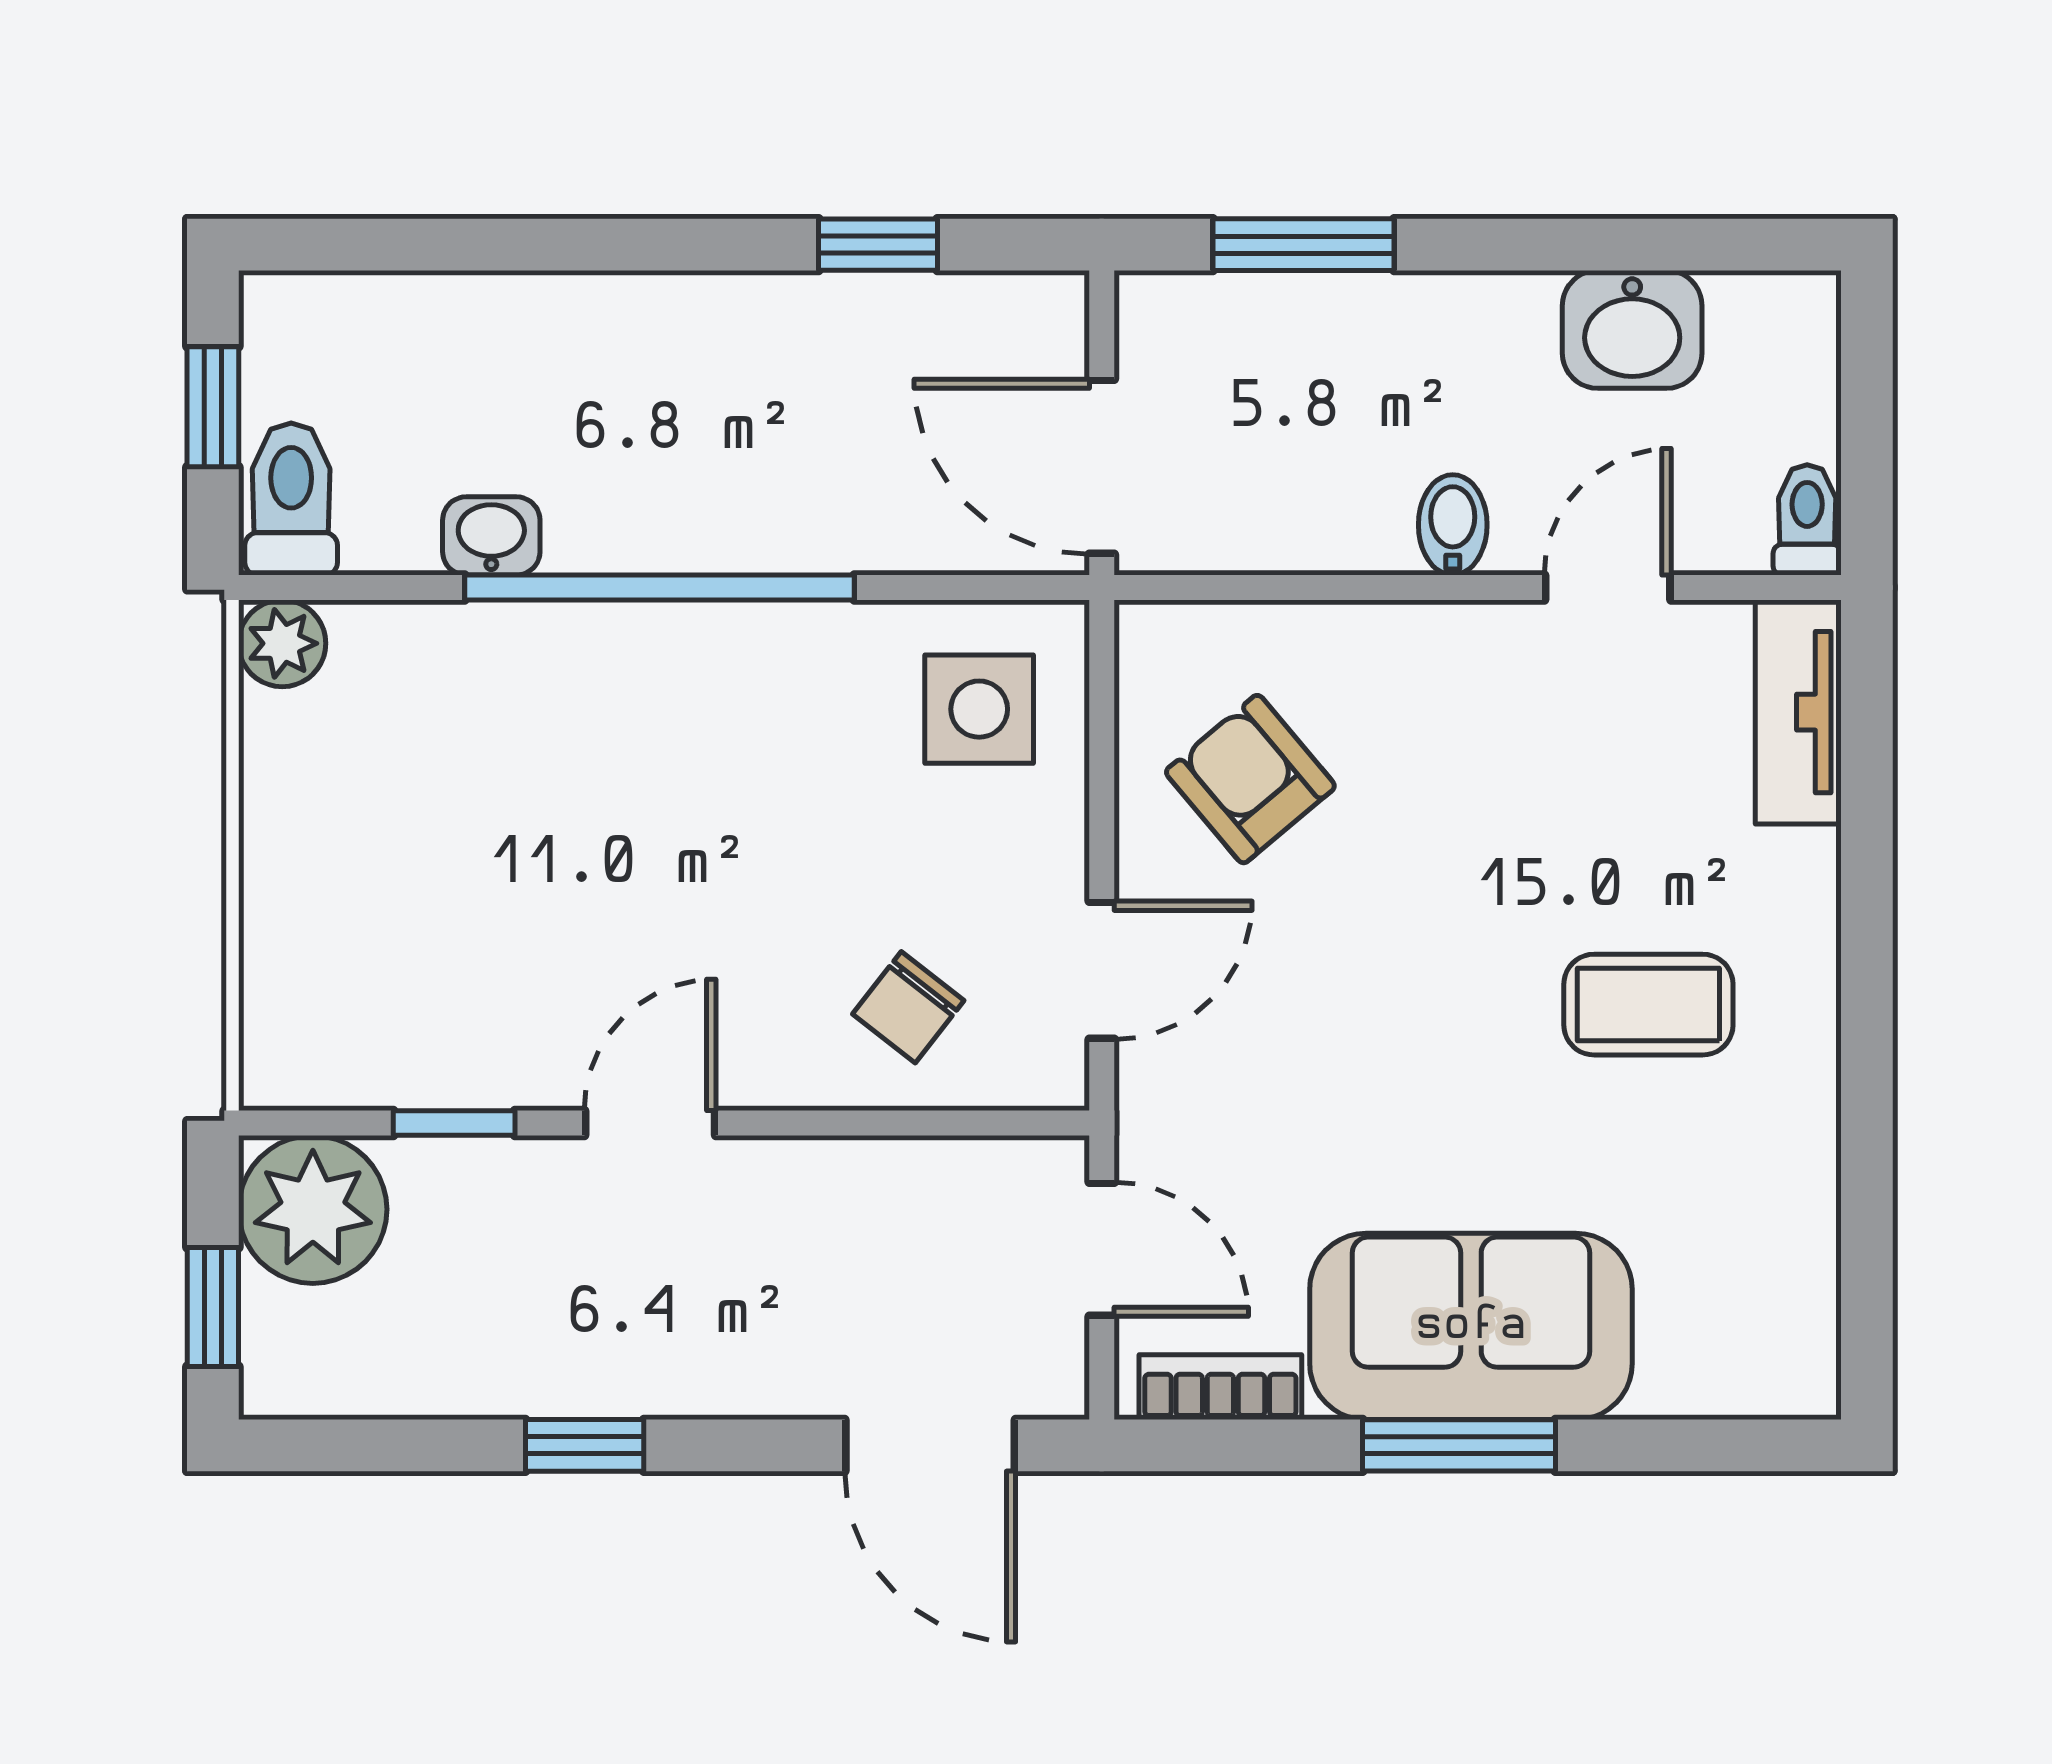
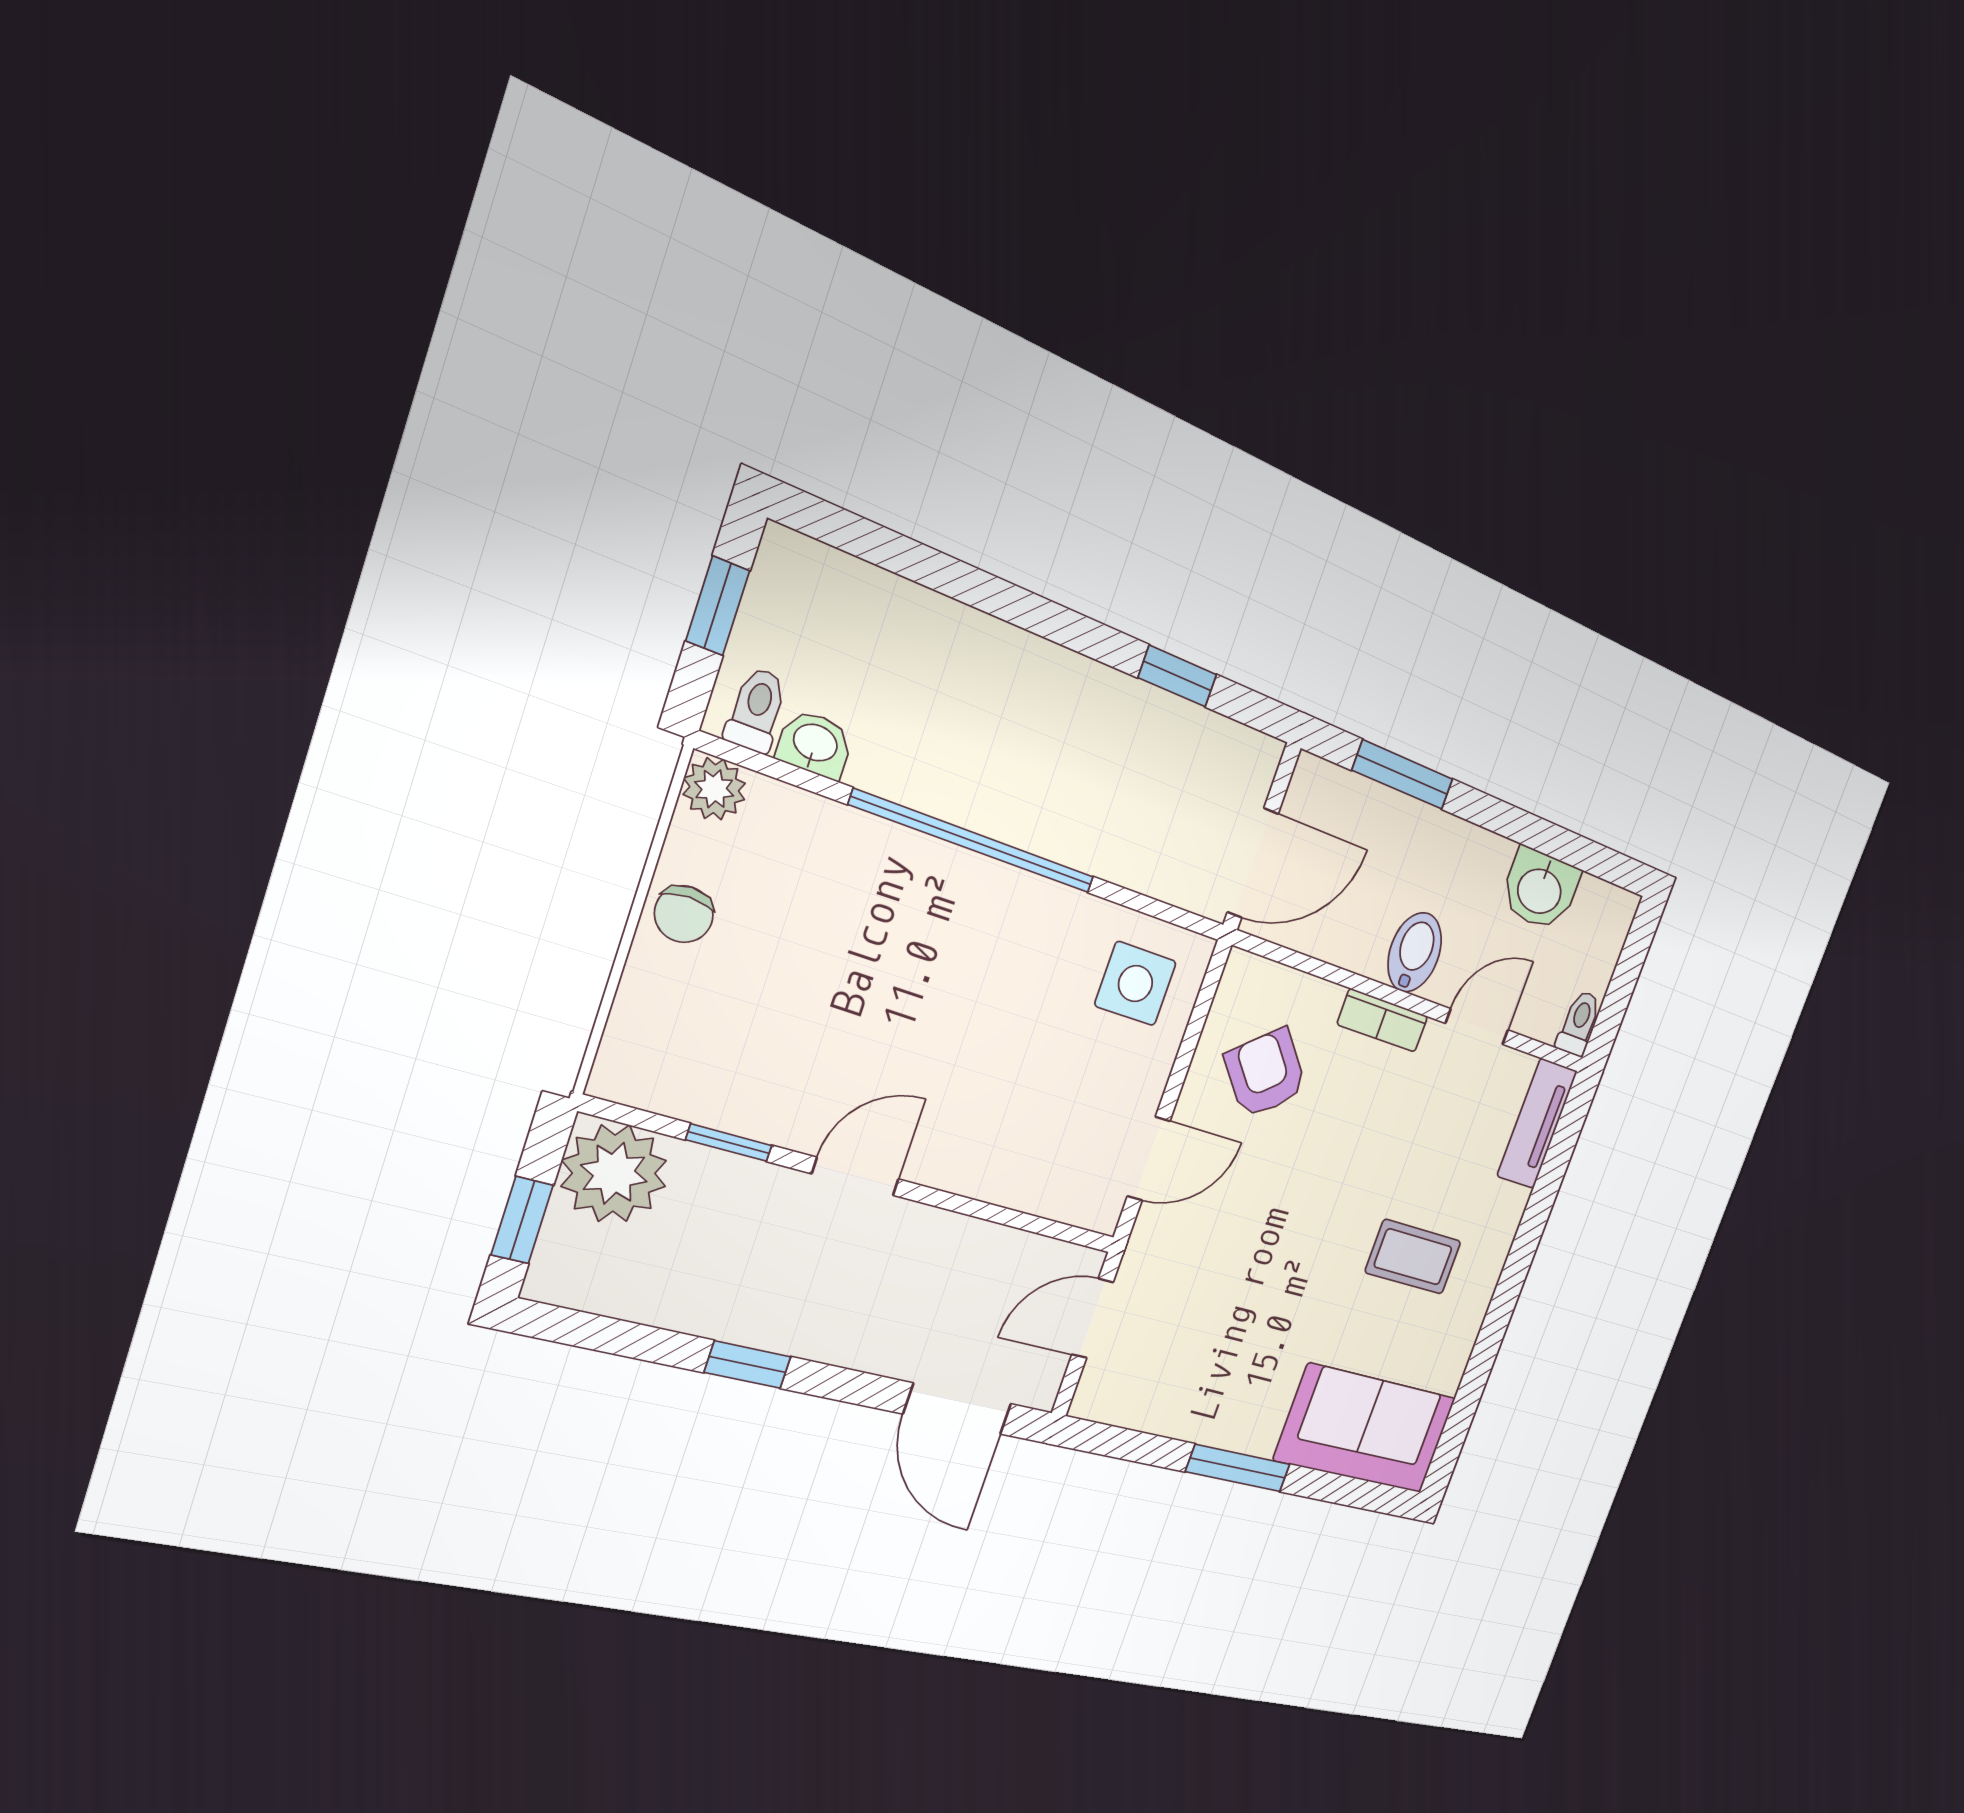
door: (1102, 467) -> (1253, 863), swing flipped
toilet: (291, 499) -> (756, 710), width x0.73, depth x0.72
bidet: (1453, 525) -> (1415, 952), width x1.38, depth x1.36
washbasin: (491, 536) -> (815, 744), moved
chair: (908, 1007) -> (684, 914), moved, turned -38
door: (1102, 1249) -> (1092, 1318), swing flipped
sofa: (1471, 1326) -> (1365, 1429), moved
bookcase: (1220, 1387) -> (1383, 1020), moved, turned 180

